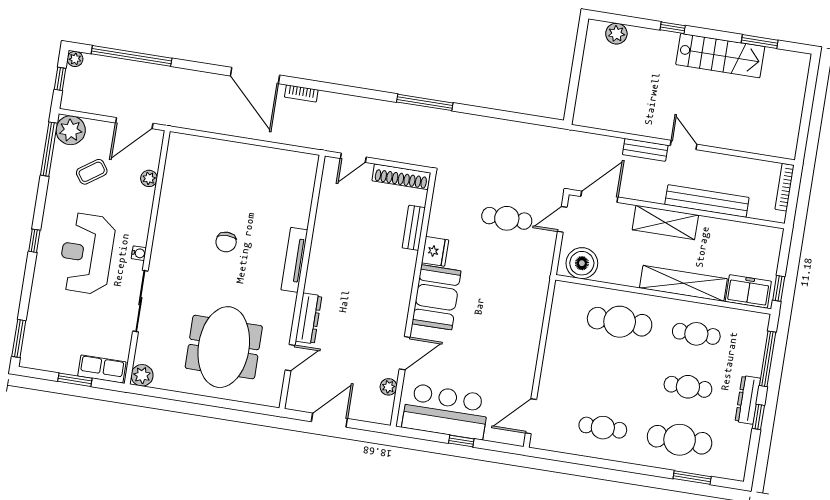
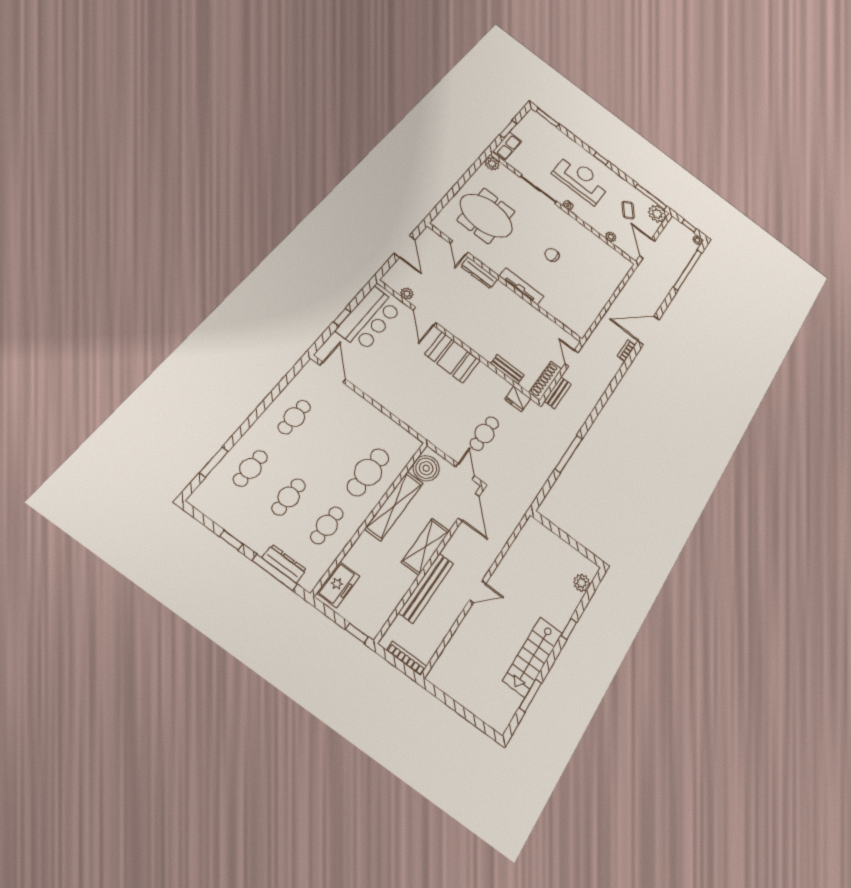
window: (425, 102) -> (569, 454), moved
bench: (645, 150) -> (558, 393), moved
fridge: (435, 251) -> (518, 399), moved
shelving: (683, 283) -> (394, 506), moved
window: (779, 288) -> (357, 633), moved
dresser: (748, 400) -> (284, 564), moved
cafe table: (680, 440) -> (250, 468), width x0.73, depth x0.74

